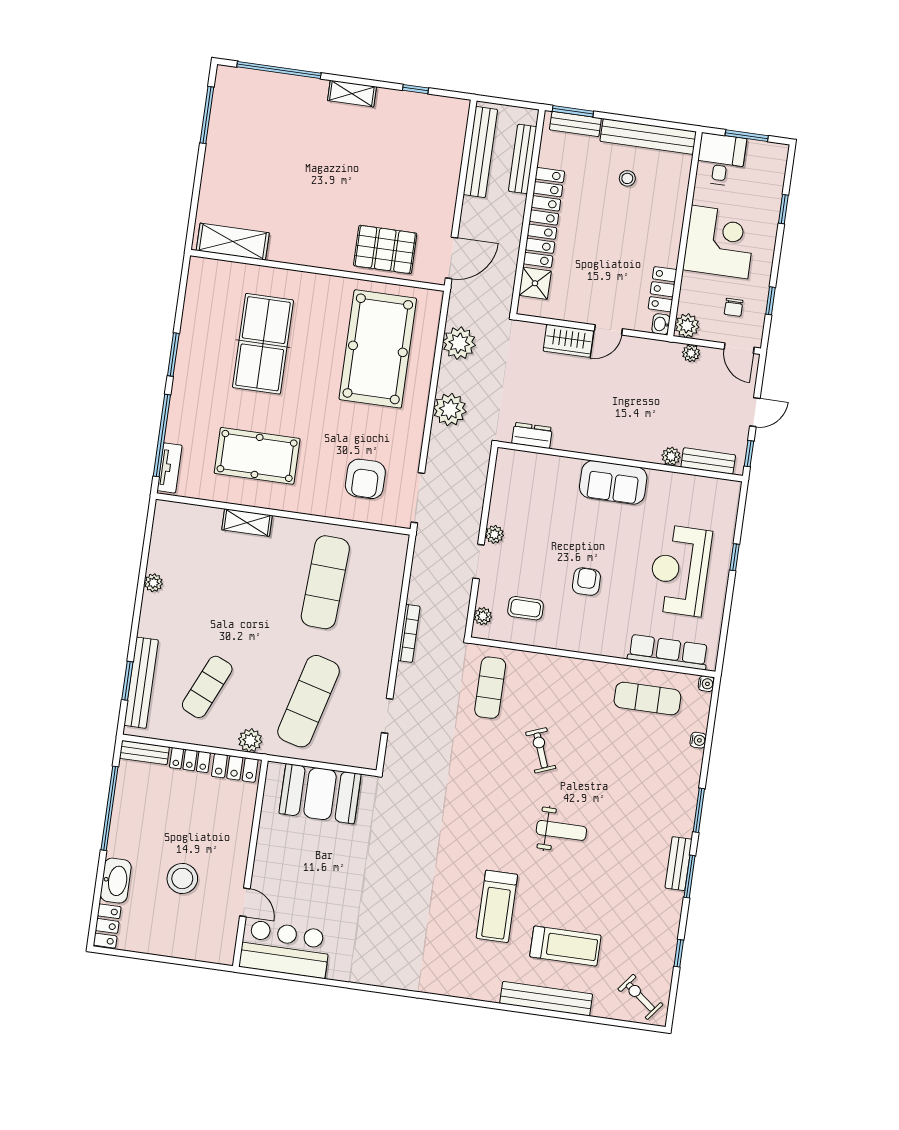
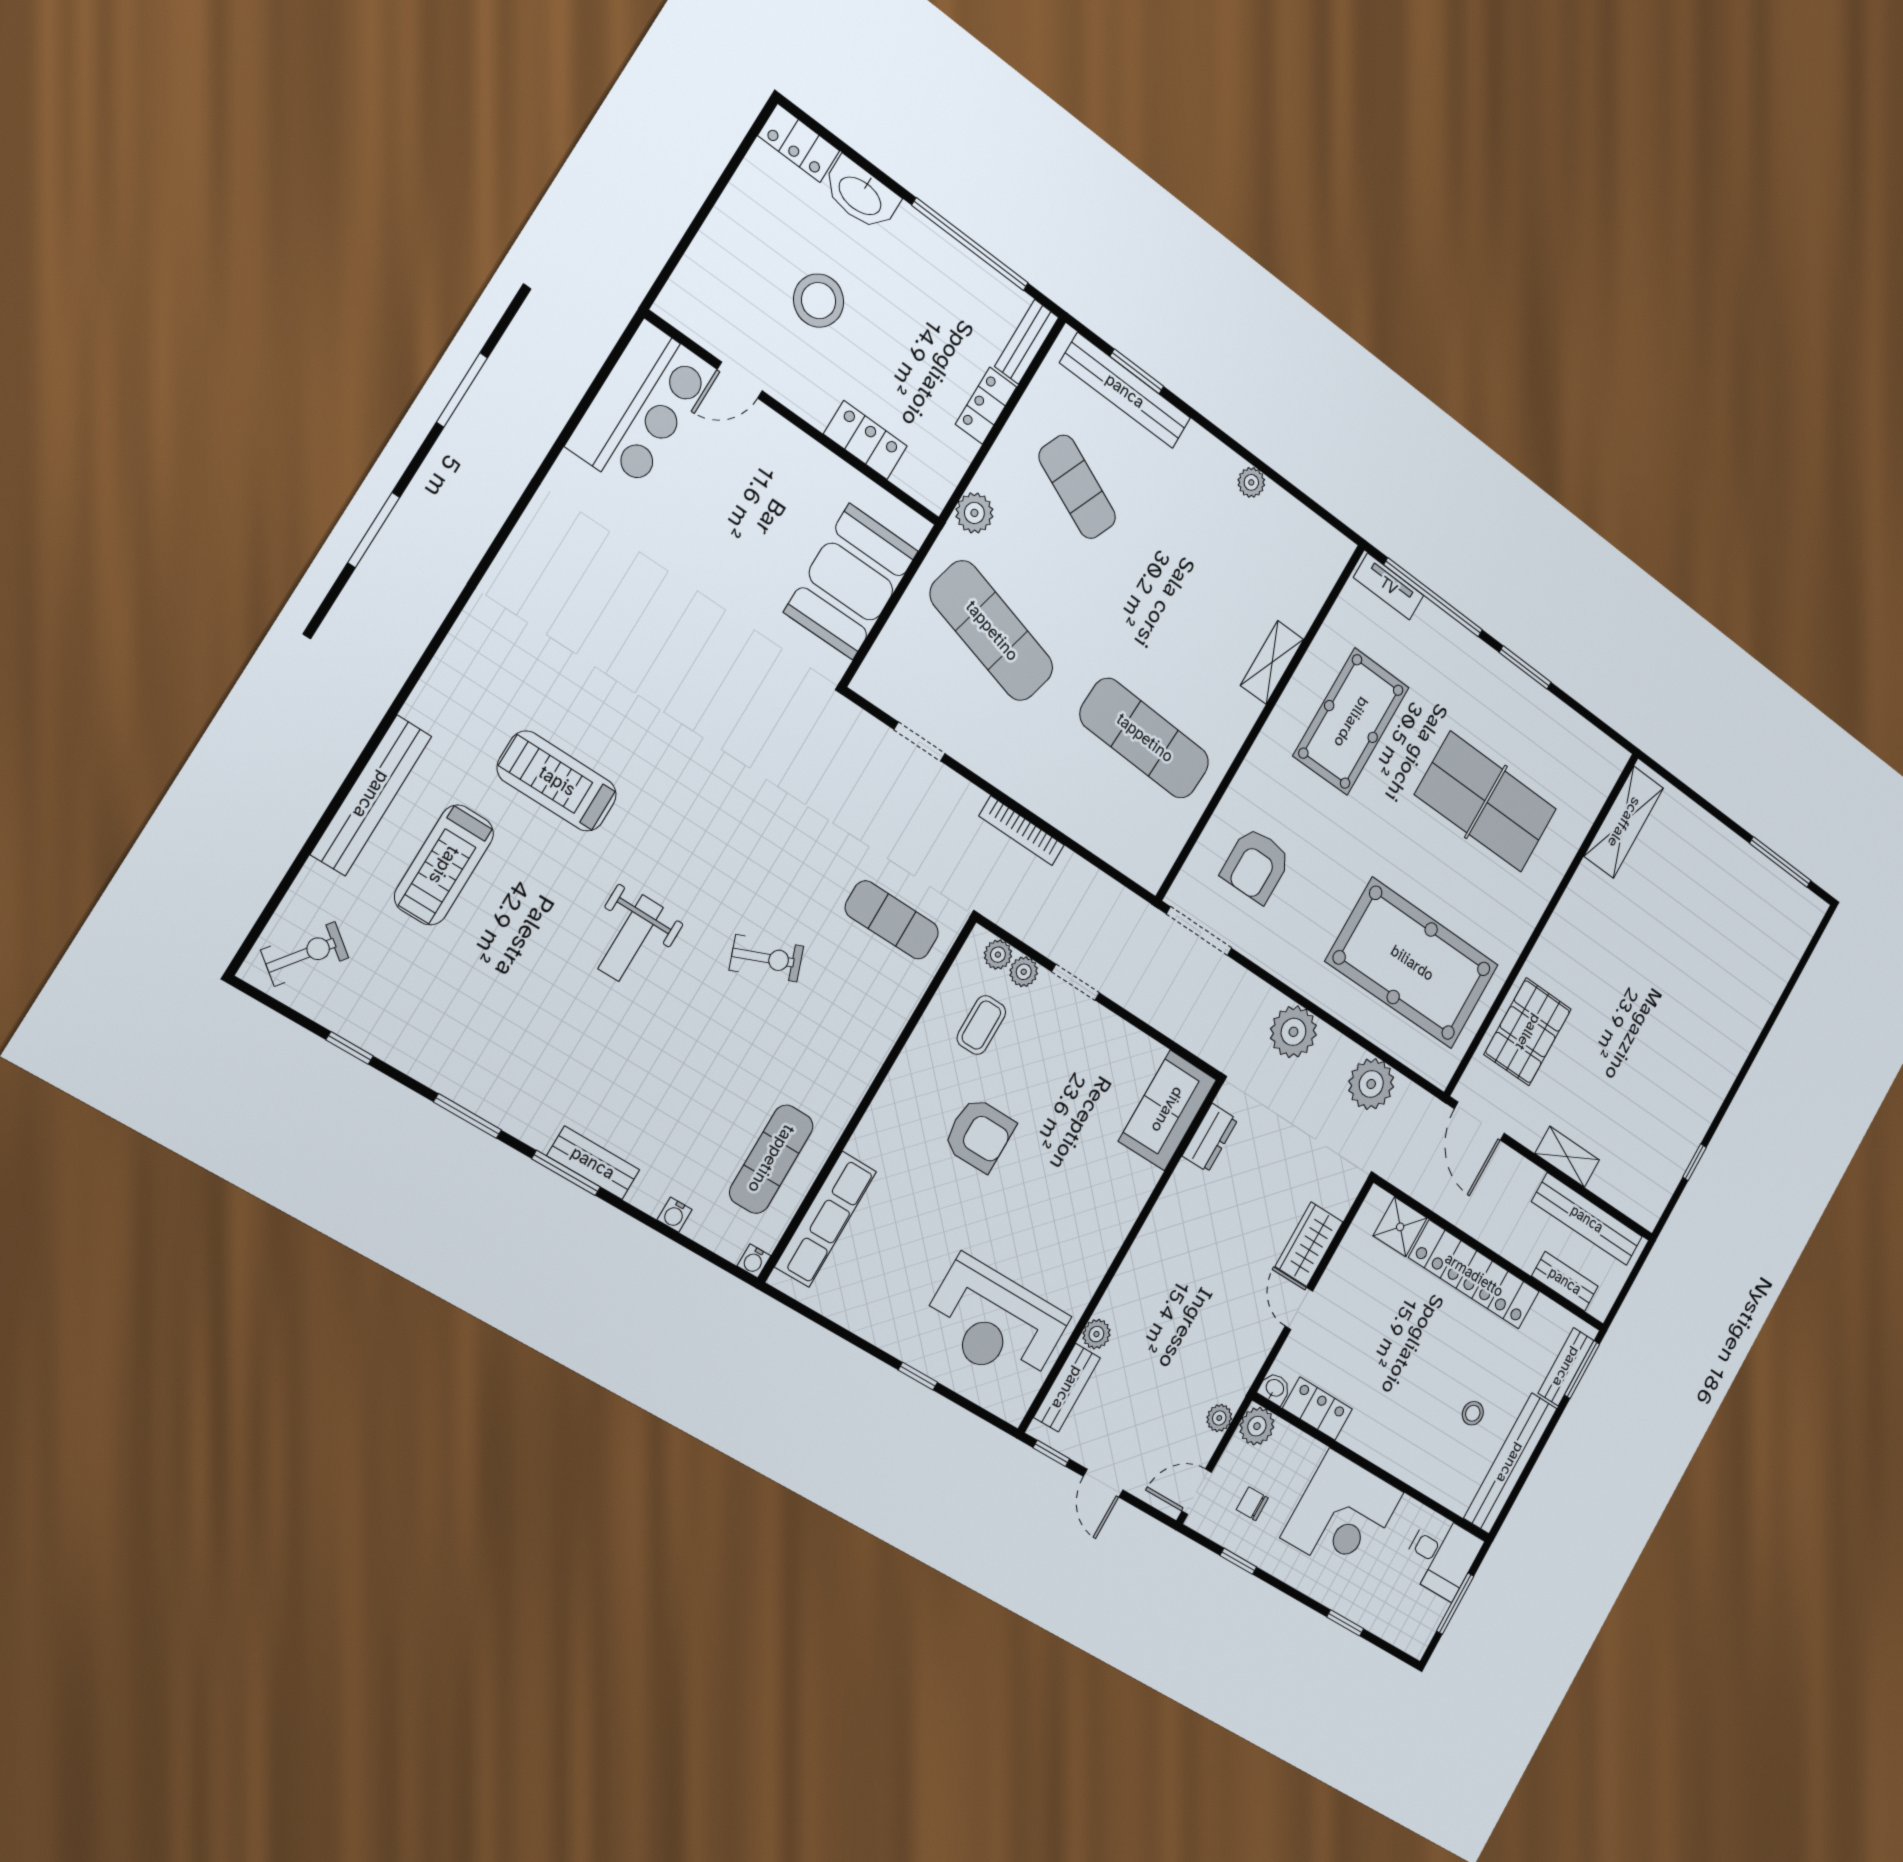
window: (279, 70) -> (1790, 986), removed
shelving: (352, 94) -> (1567, 1157), moved, turned 90
bench: (523, 159) -> (1565, 1281), width x0.73
armchair: (365, 479) -> (1256, 865), turned -90
sofa: (613, 482) -> (1167, 1110), moved
plant: (494, 534) -> (1024, 972), moved
reception desk: (680, 570) -> (994, 1323), moved, turned 180
armchair: (586, 582) -> (979, 1135), width x1.38, depth x1.38
locker: (235, 768) -> (865, 440), moved, turned 90
bench: (679, 864) -> (593, 1163), moved

